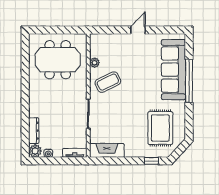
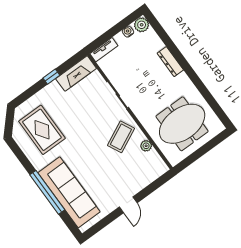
dresser: (34, 131) -> (170, 62), moved
window: (151, 161) -> (51, 77), moved

